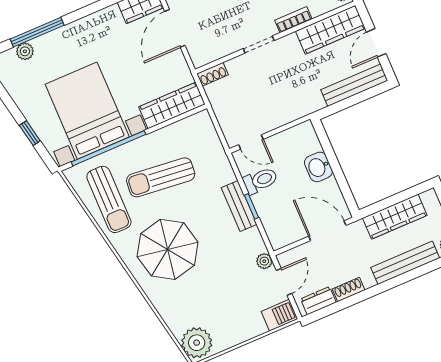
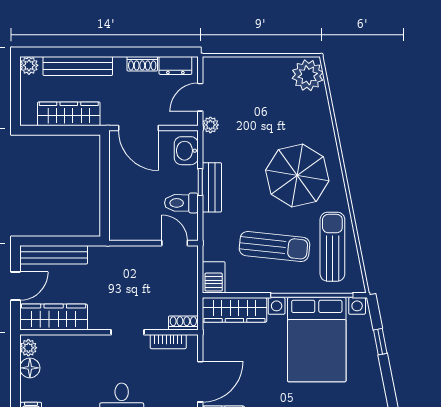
bookcase: (293, 20) -> (168, 342), moved
washbasin: (318, 167) -> (186, 151), moved, turned 180
barbecue: (279, 315) -> (214, 277), moved, turned -90

